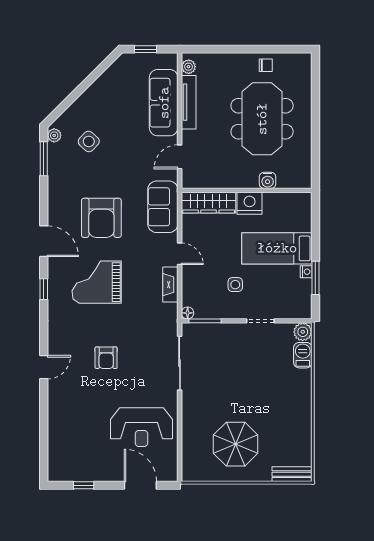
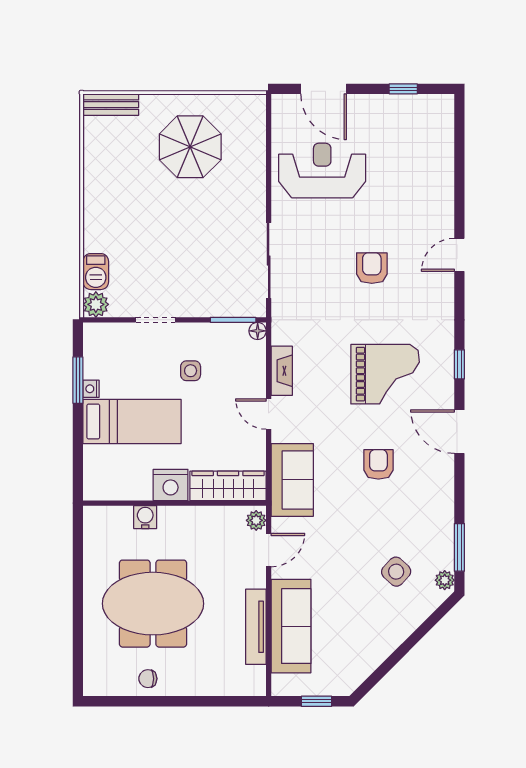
plant: (189, 67) -> (256, 520), moved
meeting table: (262, 119) -> (153, 604), turned 90
armchair: (101, 218) -> (378, 464), width x0.53, depth x0.53

